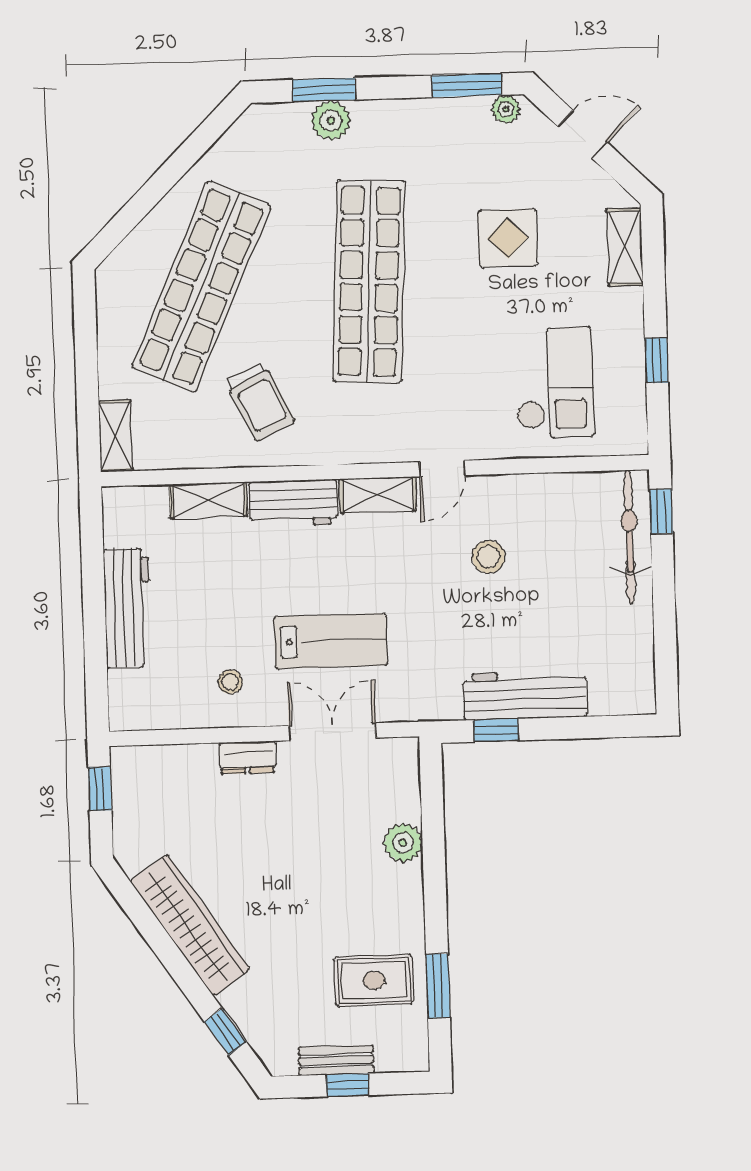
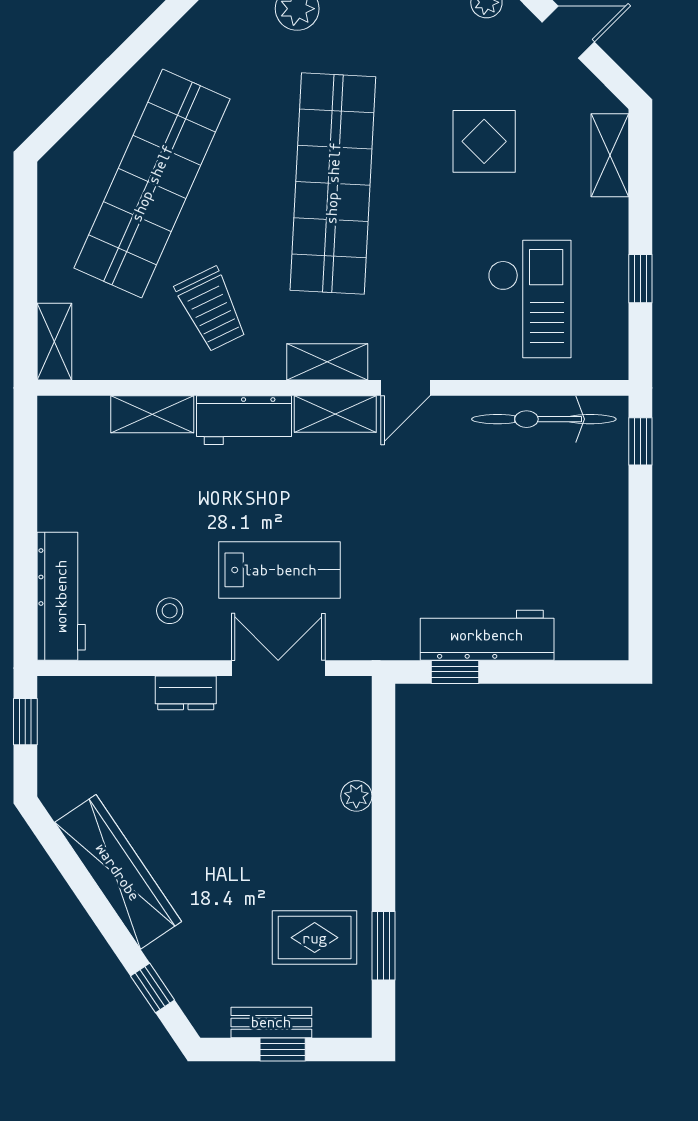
shelving: (369, 447) -> (327, 362), added
bicycle: (629, 537) -> (544, 419), moved, turned -90
stool: (488, 557) -> (453, 485), removed
workbench: (127, 608) -> (61, 596), moved
plant: (403, 843) -> (356, 796), width x0.73, depth x0.73

